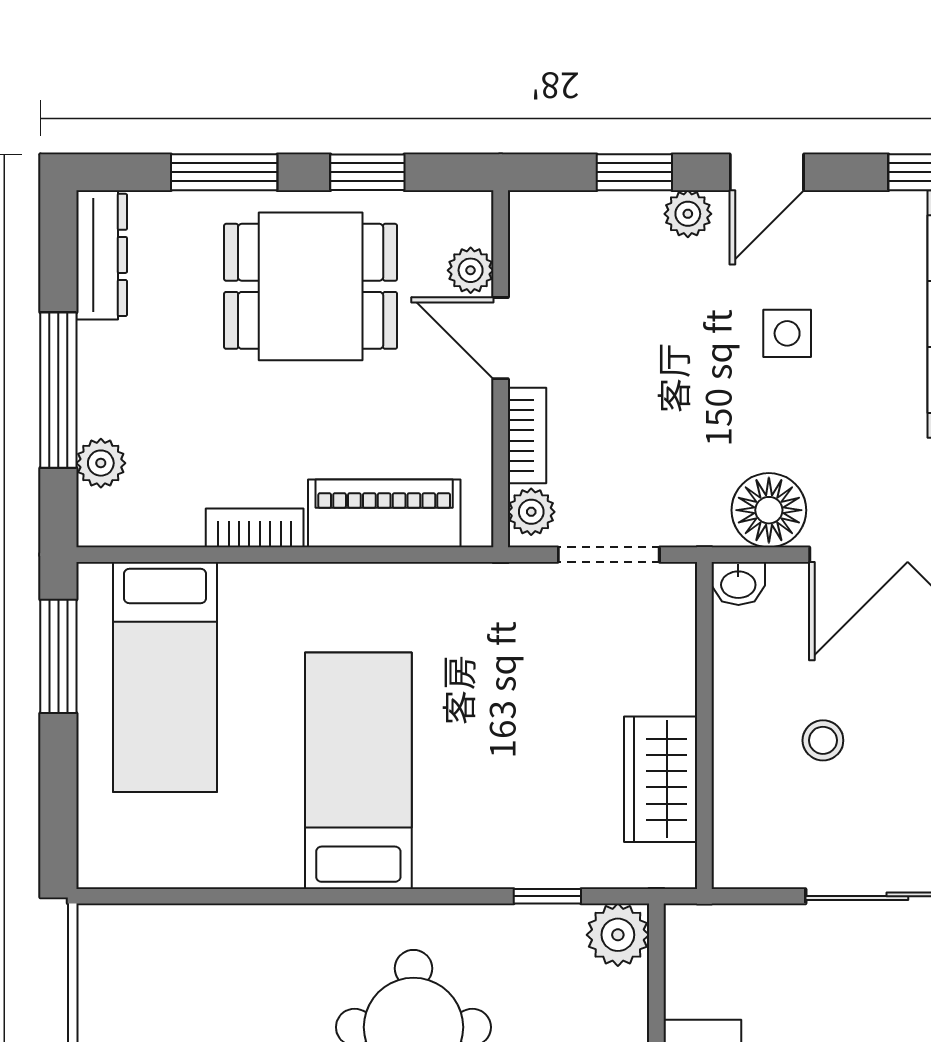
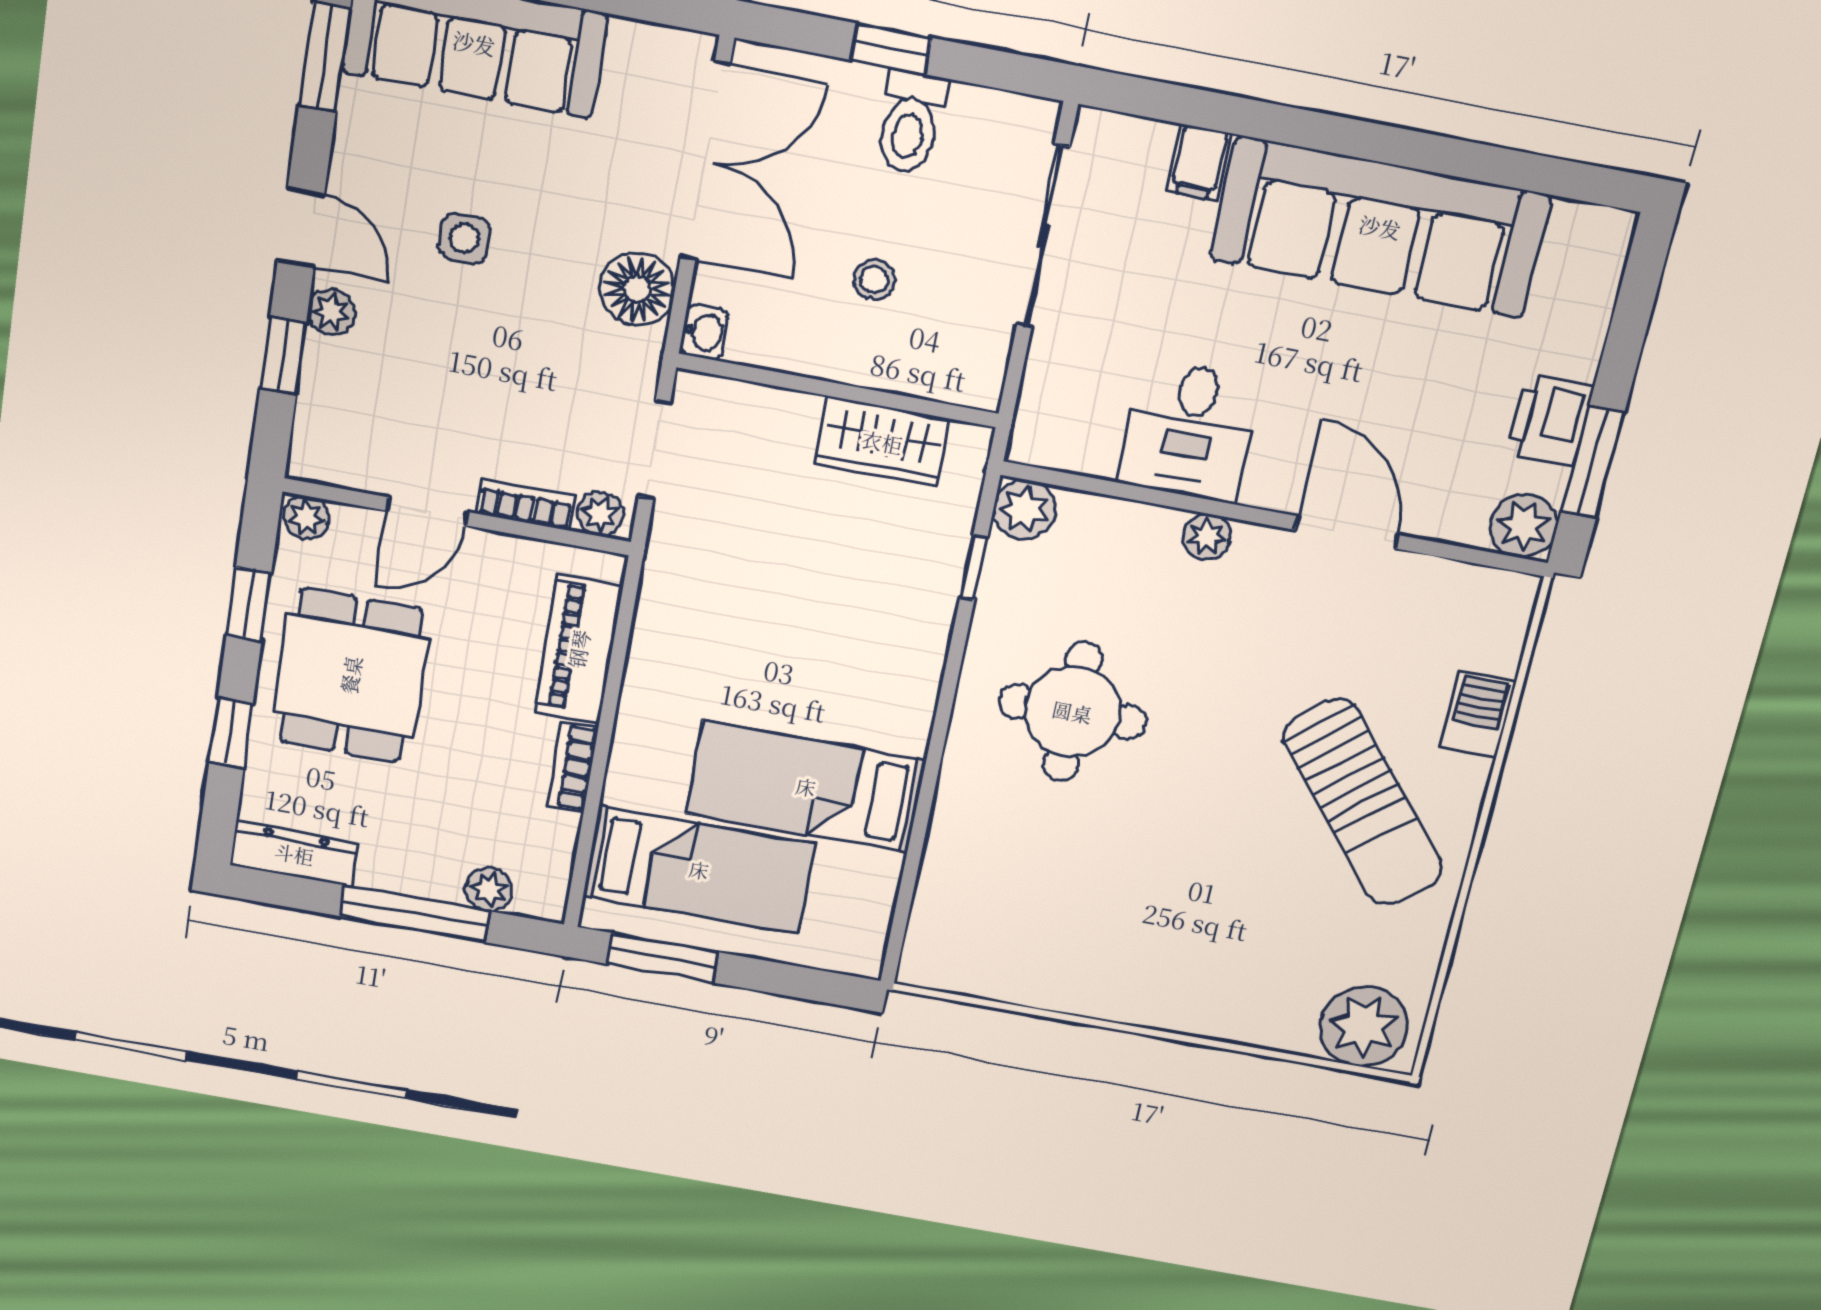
window: (224, 172) -> (231, 733), width x0.67
plant: (471, 270) -> (307, 518), moved
bed: (358, 771) -> (806, 787), moved

